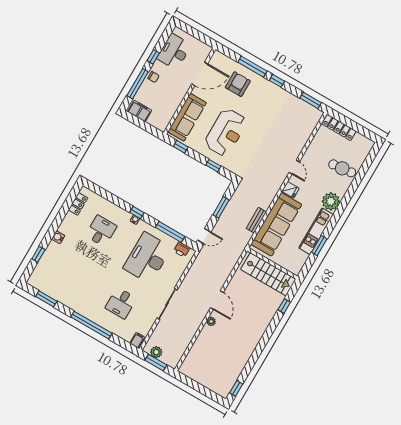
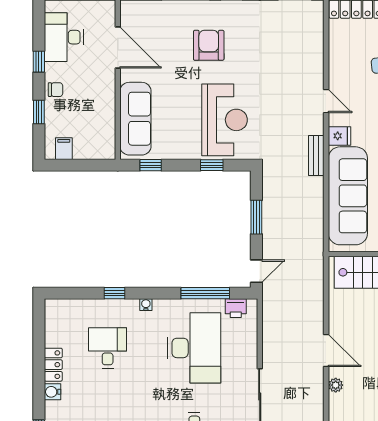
door: (200, 74) -> (118, 48), hinge flipped
window: (138, 84) -> (39, 112), width x0.46
armchair: (238, 84) -> (209, 45), moved
filing cabinet: (140, 111) -> (64, 149), width x0.50
reception desk: (226, 132) -> (225, 120), moved
locker: (78, 204) -> (53, 365), moved
window: (137, 213) -> (114, 293), moved
bench: (256, 220) -> (316, 155), moved
desk: (147, 258) -> (194, 348), turned 180

